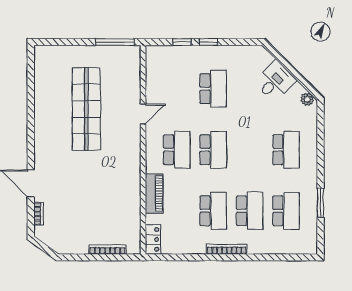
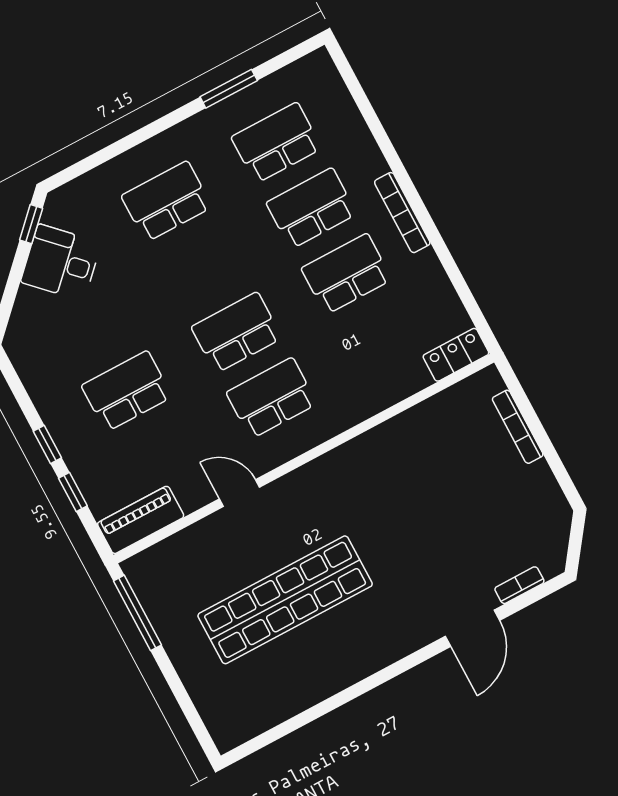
desk: (275, 81) -> (61, 262), moved
window: (308, 86) -> (31, 224), added
plant: (307, 99) -> (55, 212), removed
piano: (154, 193) -> (141, 520), moved

